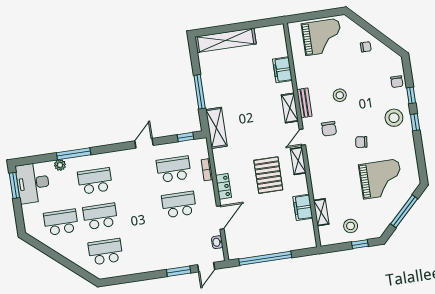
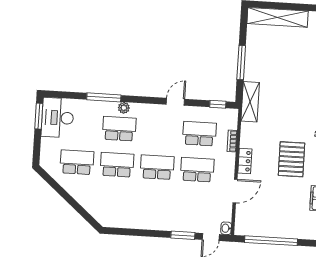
plant: (60, 165) -> (124, 108), moved
washbasin: (217, 242) -> (226, 228), moved
school desk: (106, 252) -> (157, 167), moved

